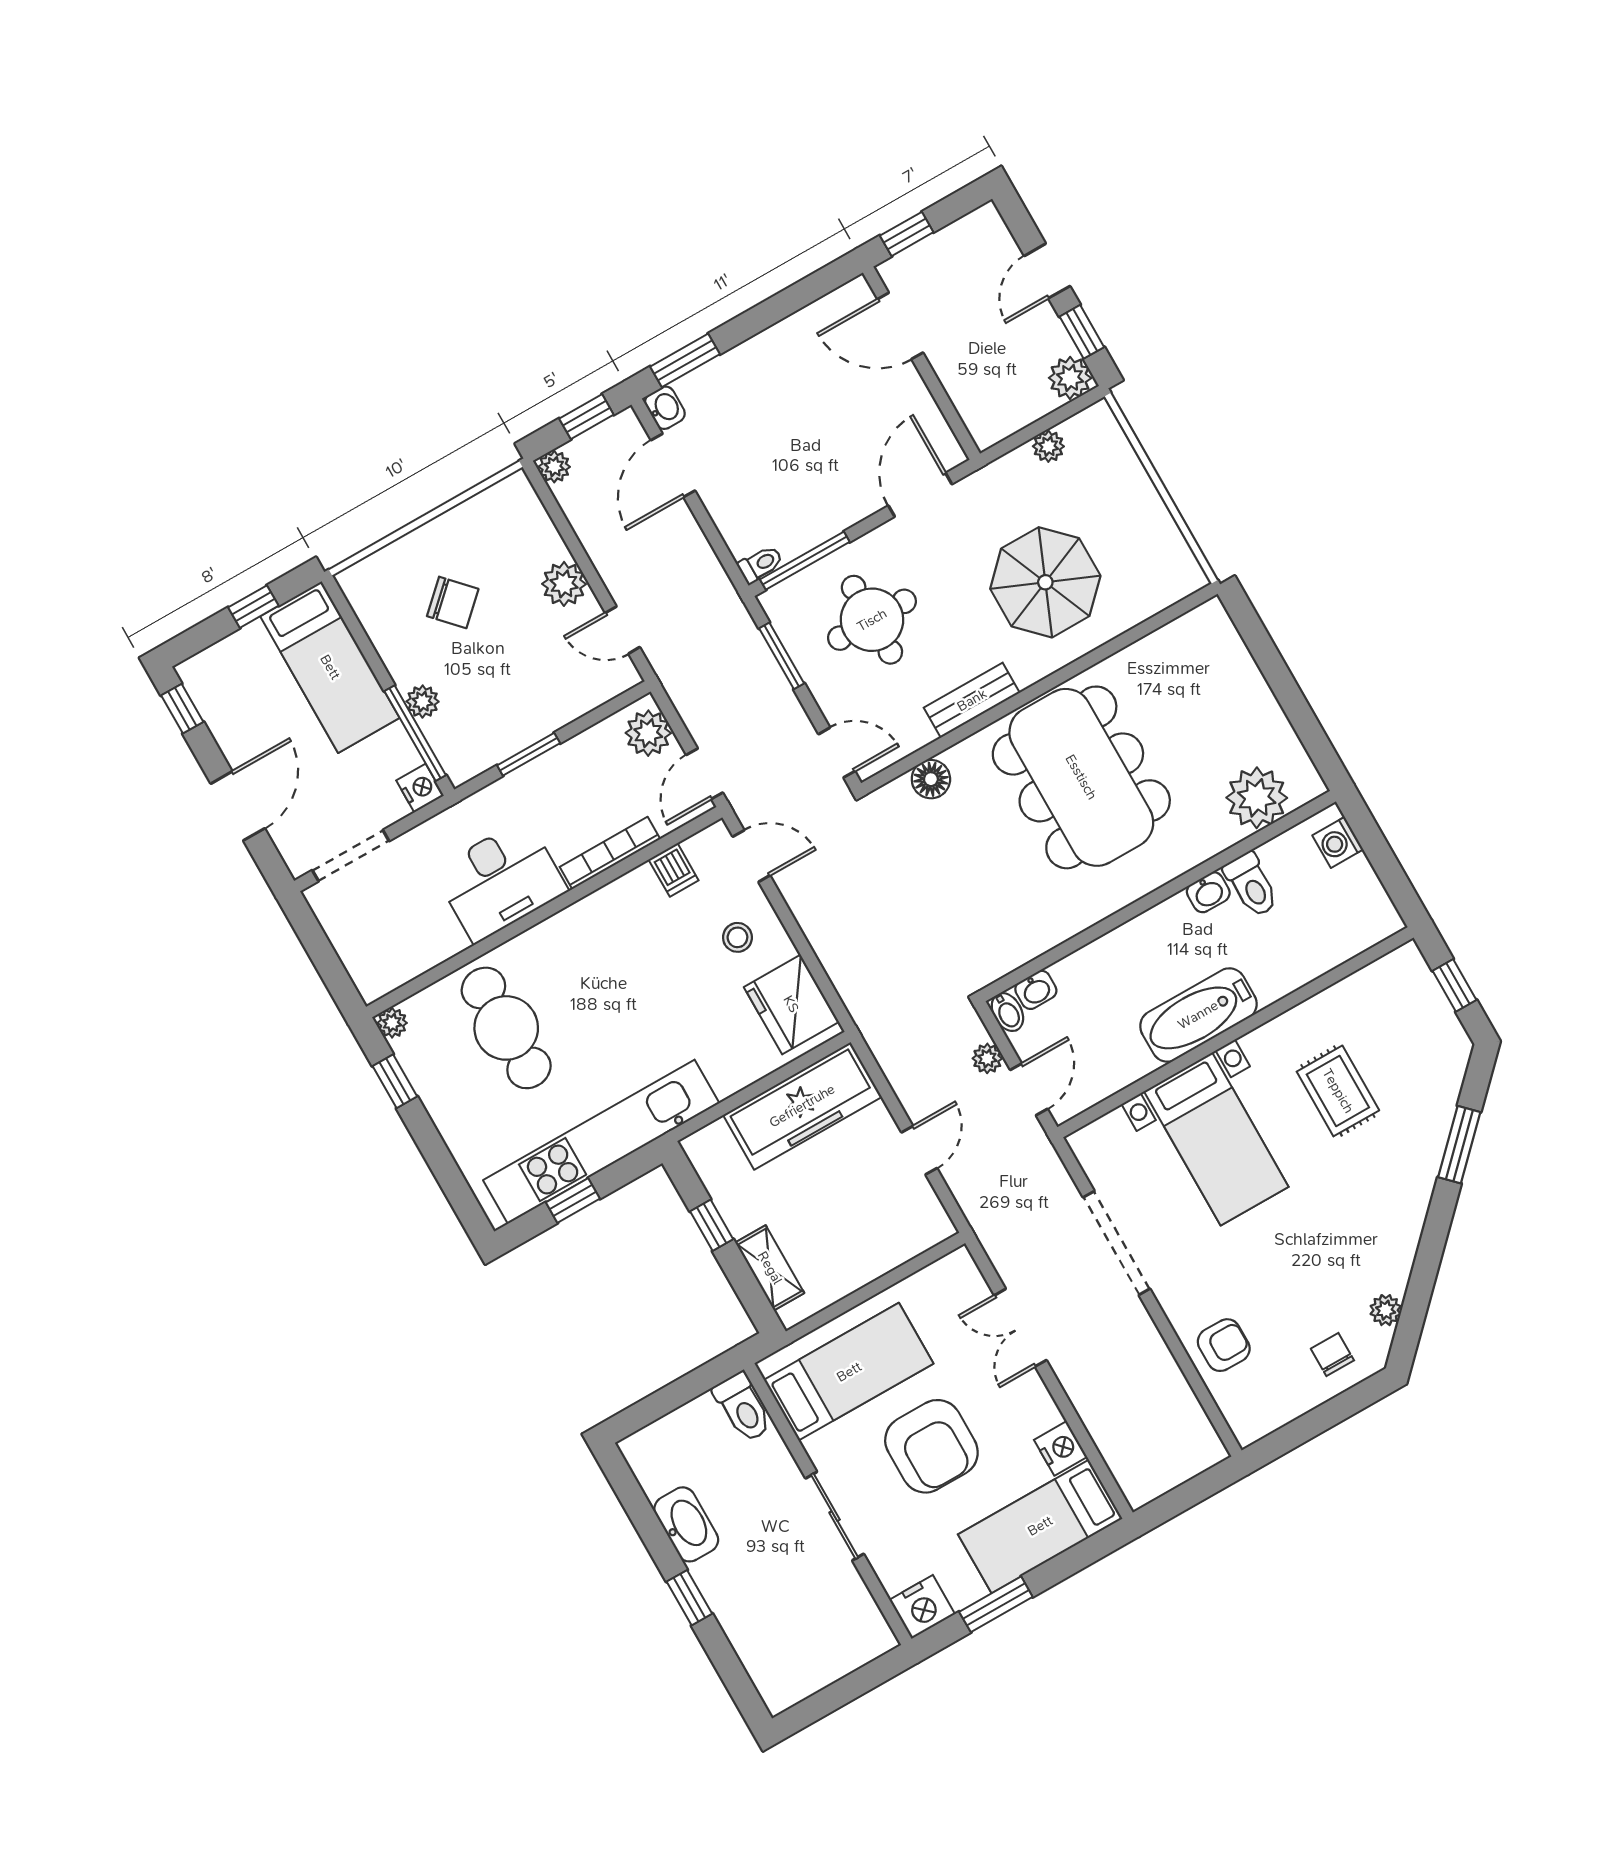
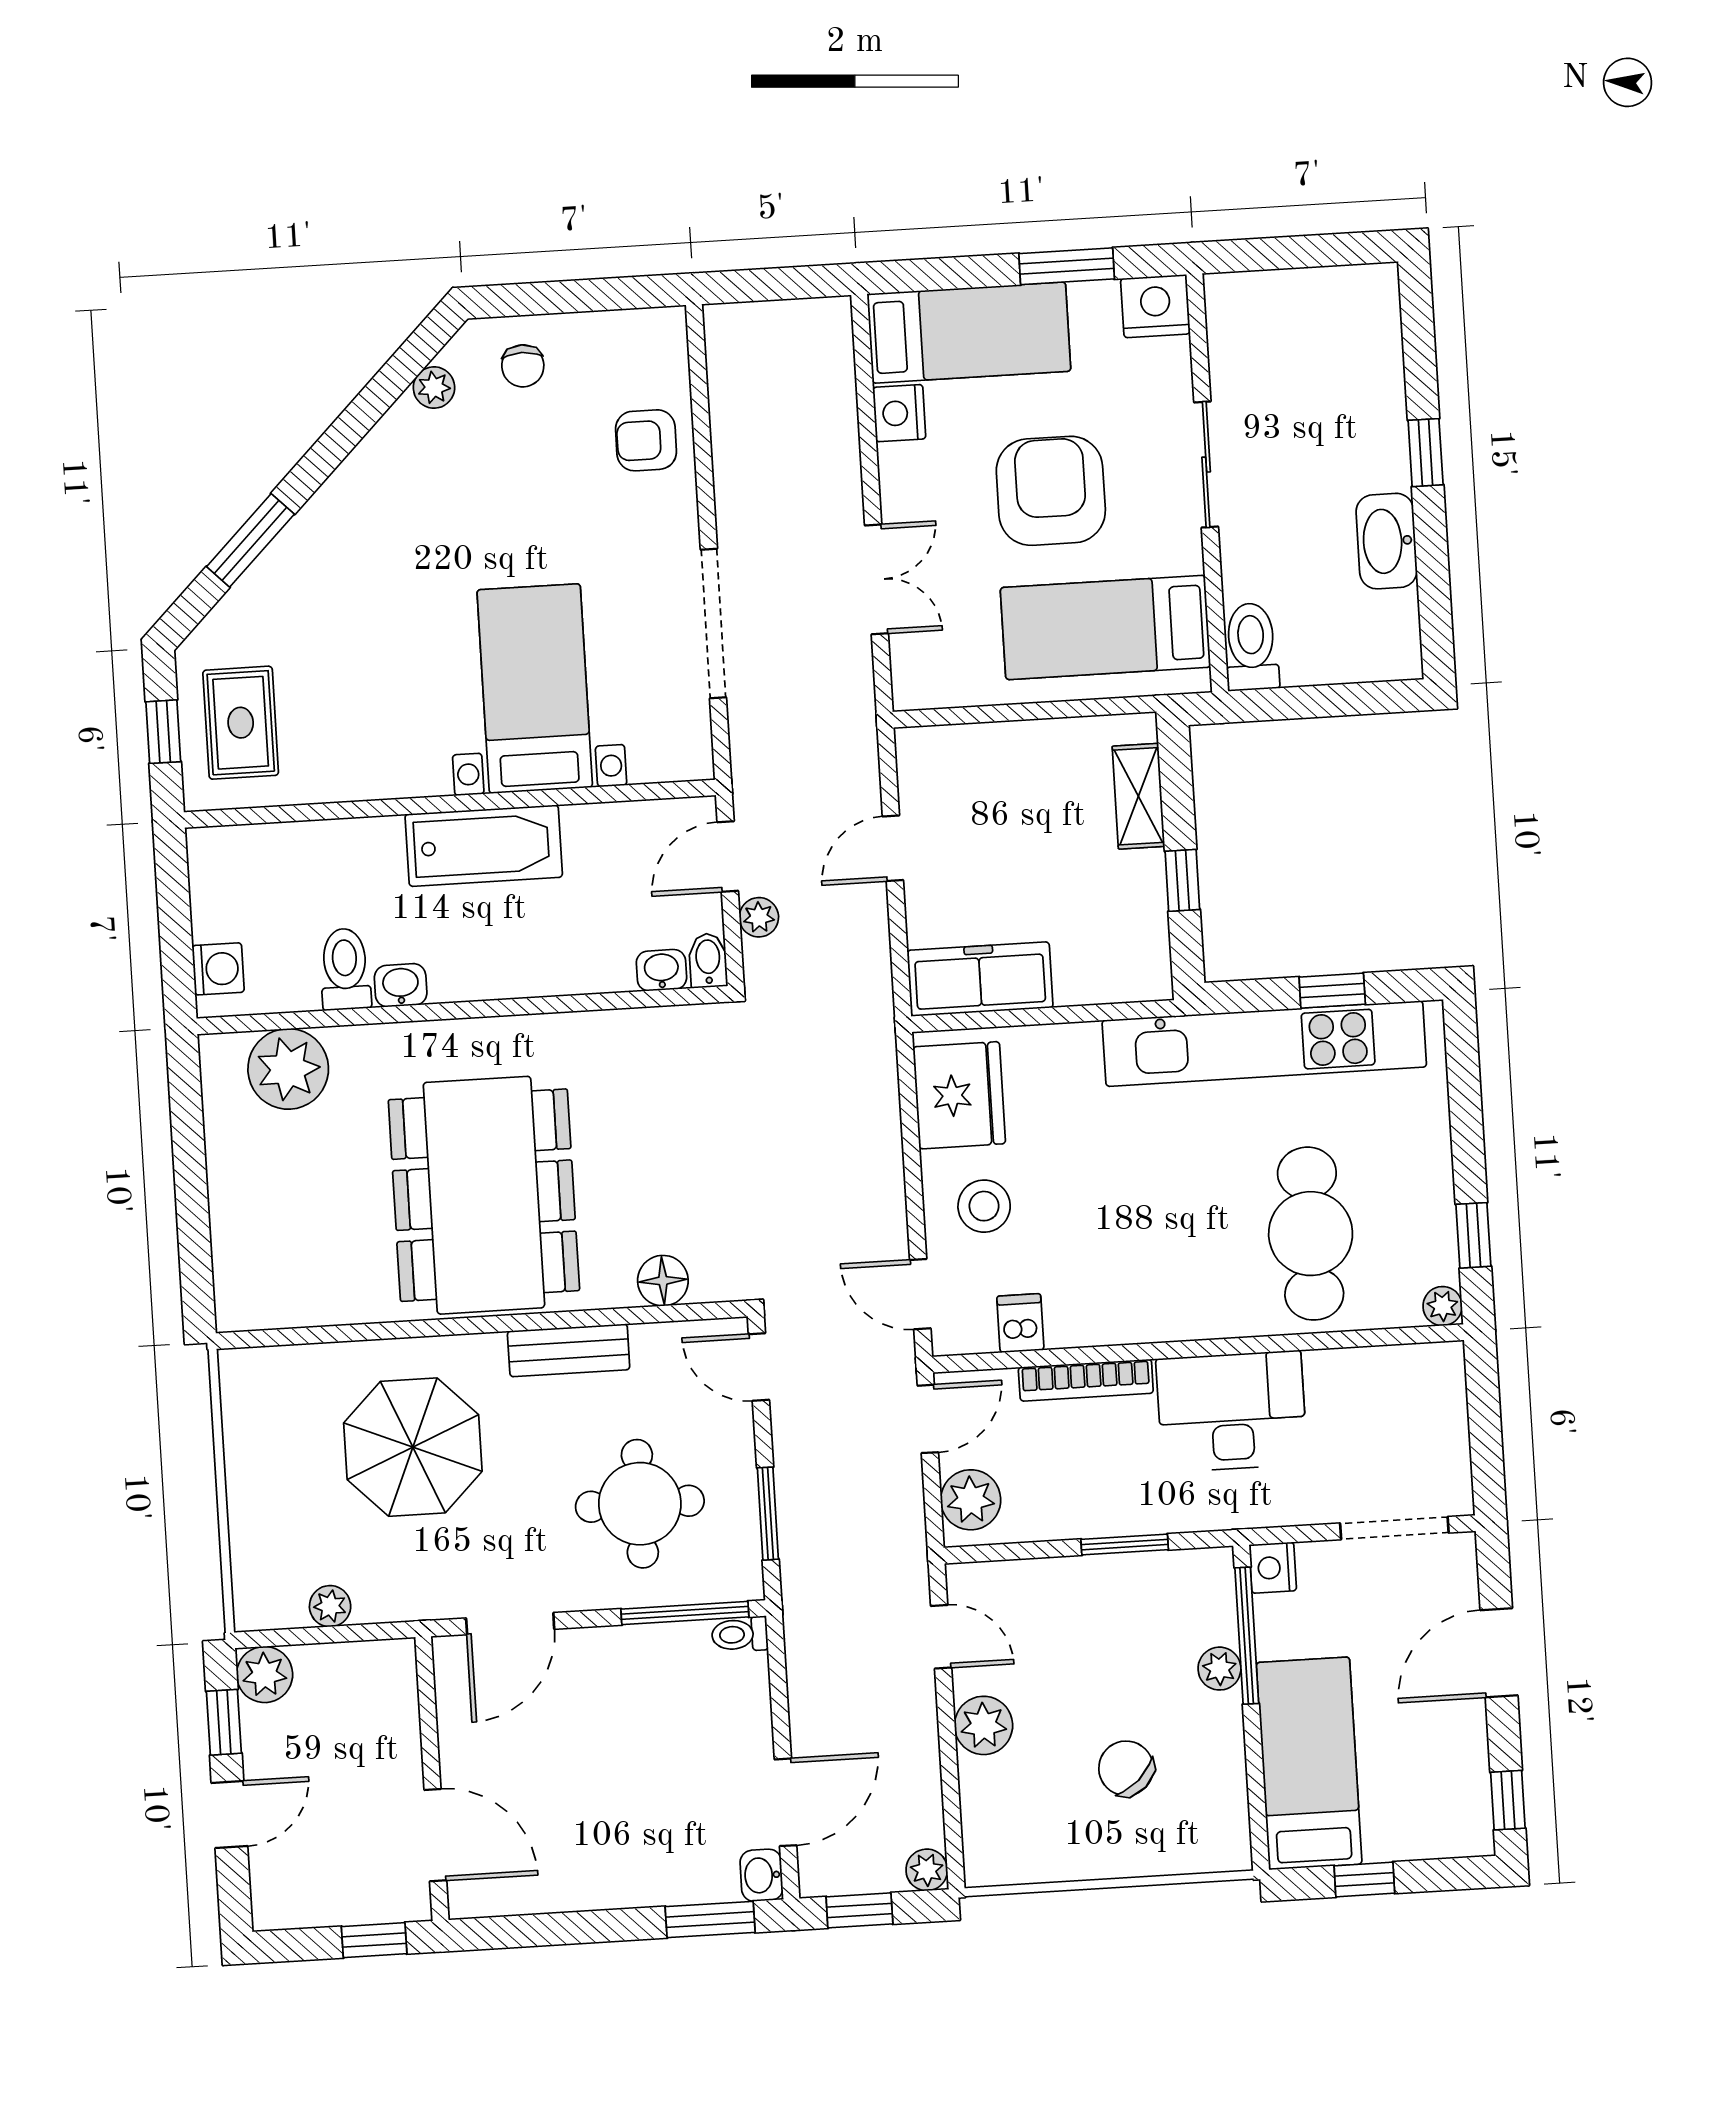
stool: (737, 937) -> (984, 1206), width x1.37, depth x1.37
rug: (1338, 1091) -> (241, 723), moved
freezer: (802, 1106) -> (980, 979), width x0.73, depth x0.79

